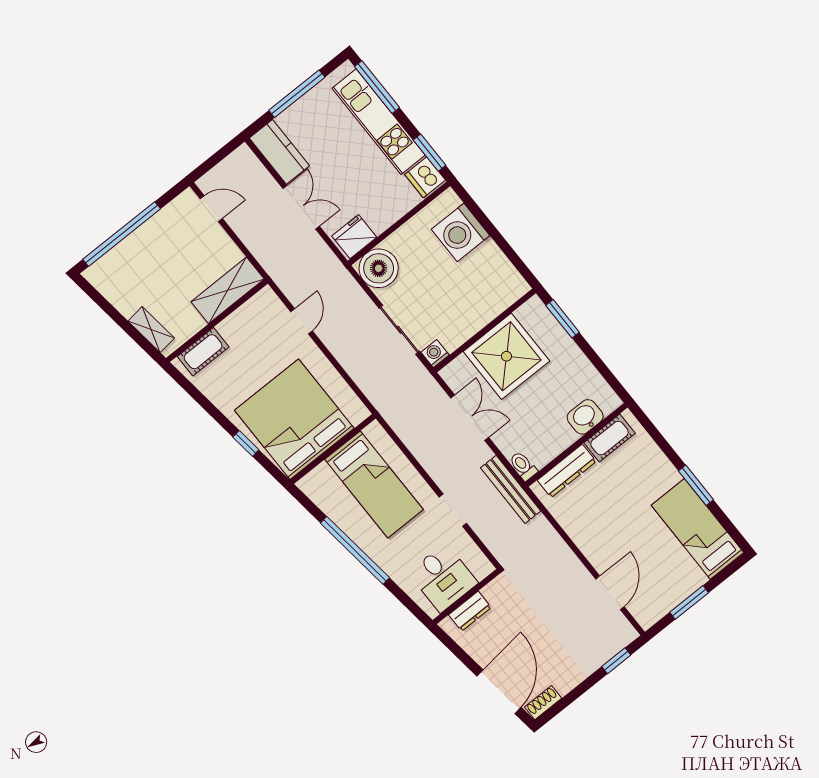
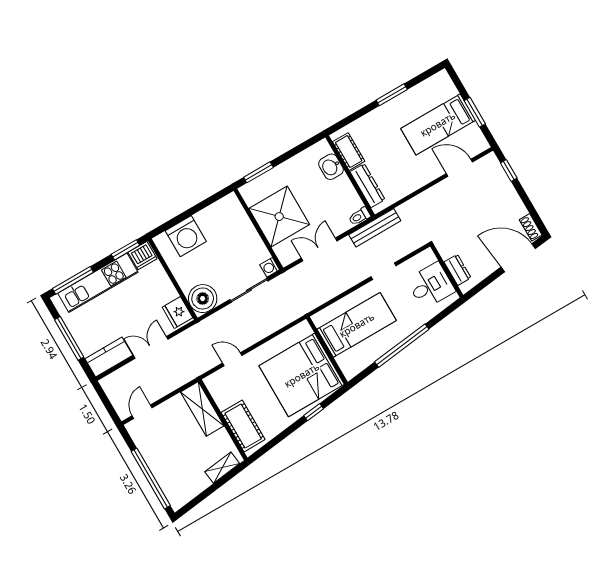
cot: (203, 352) -> (243, 426), width x1.37, depth x1.34
bed: (697, 529) -> (438, 124), moved

